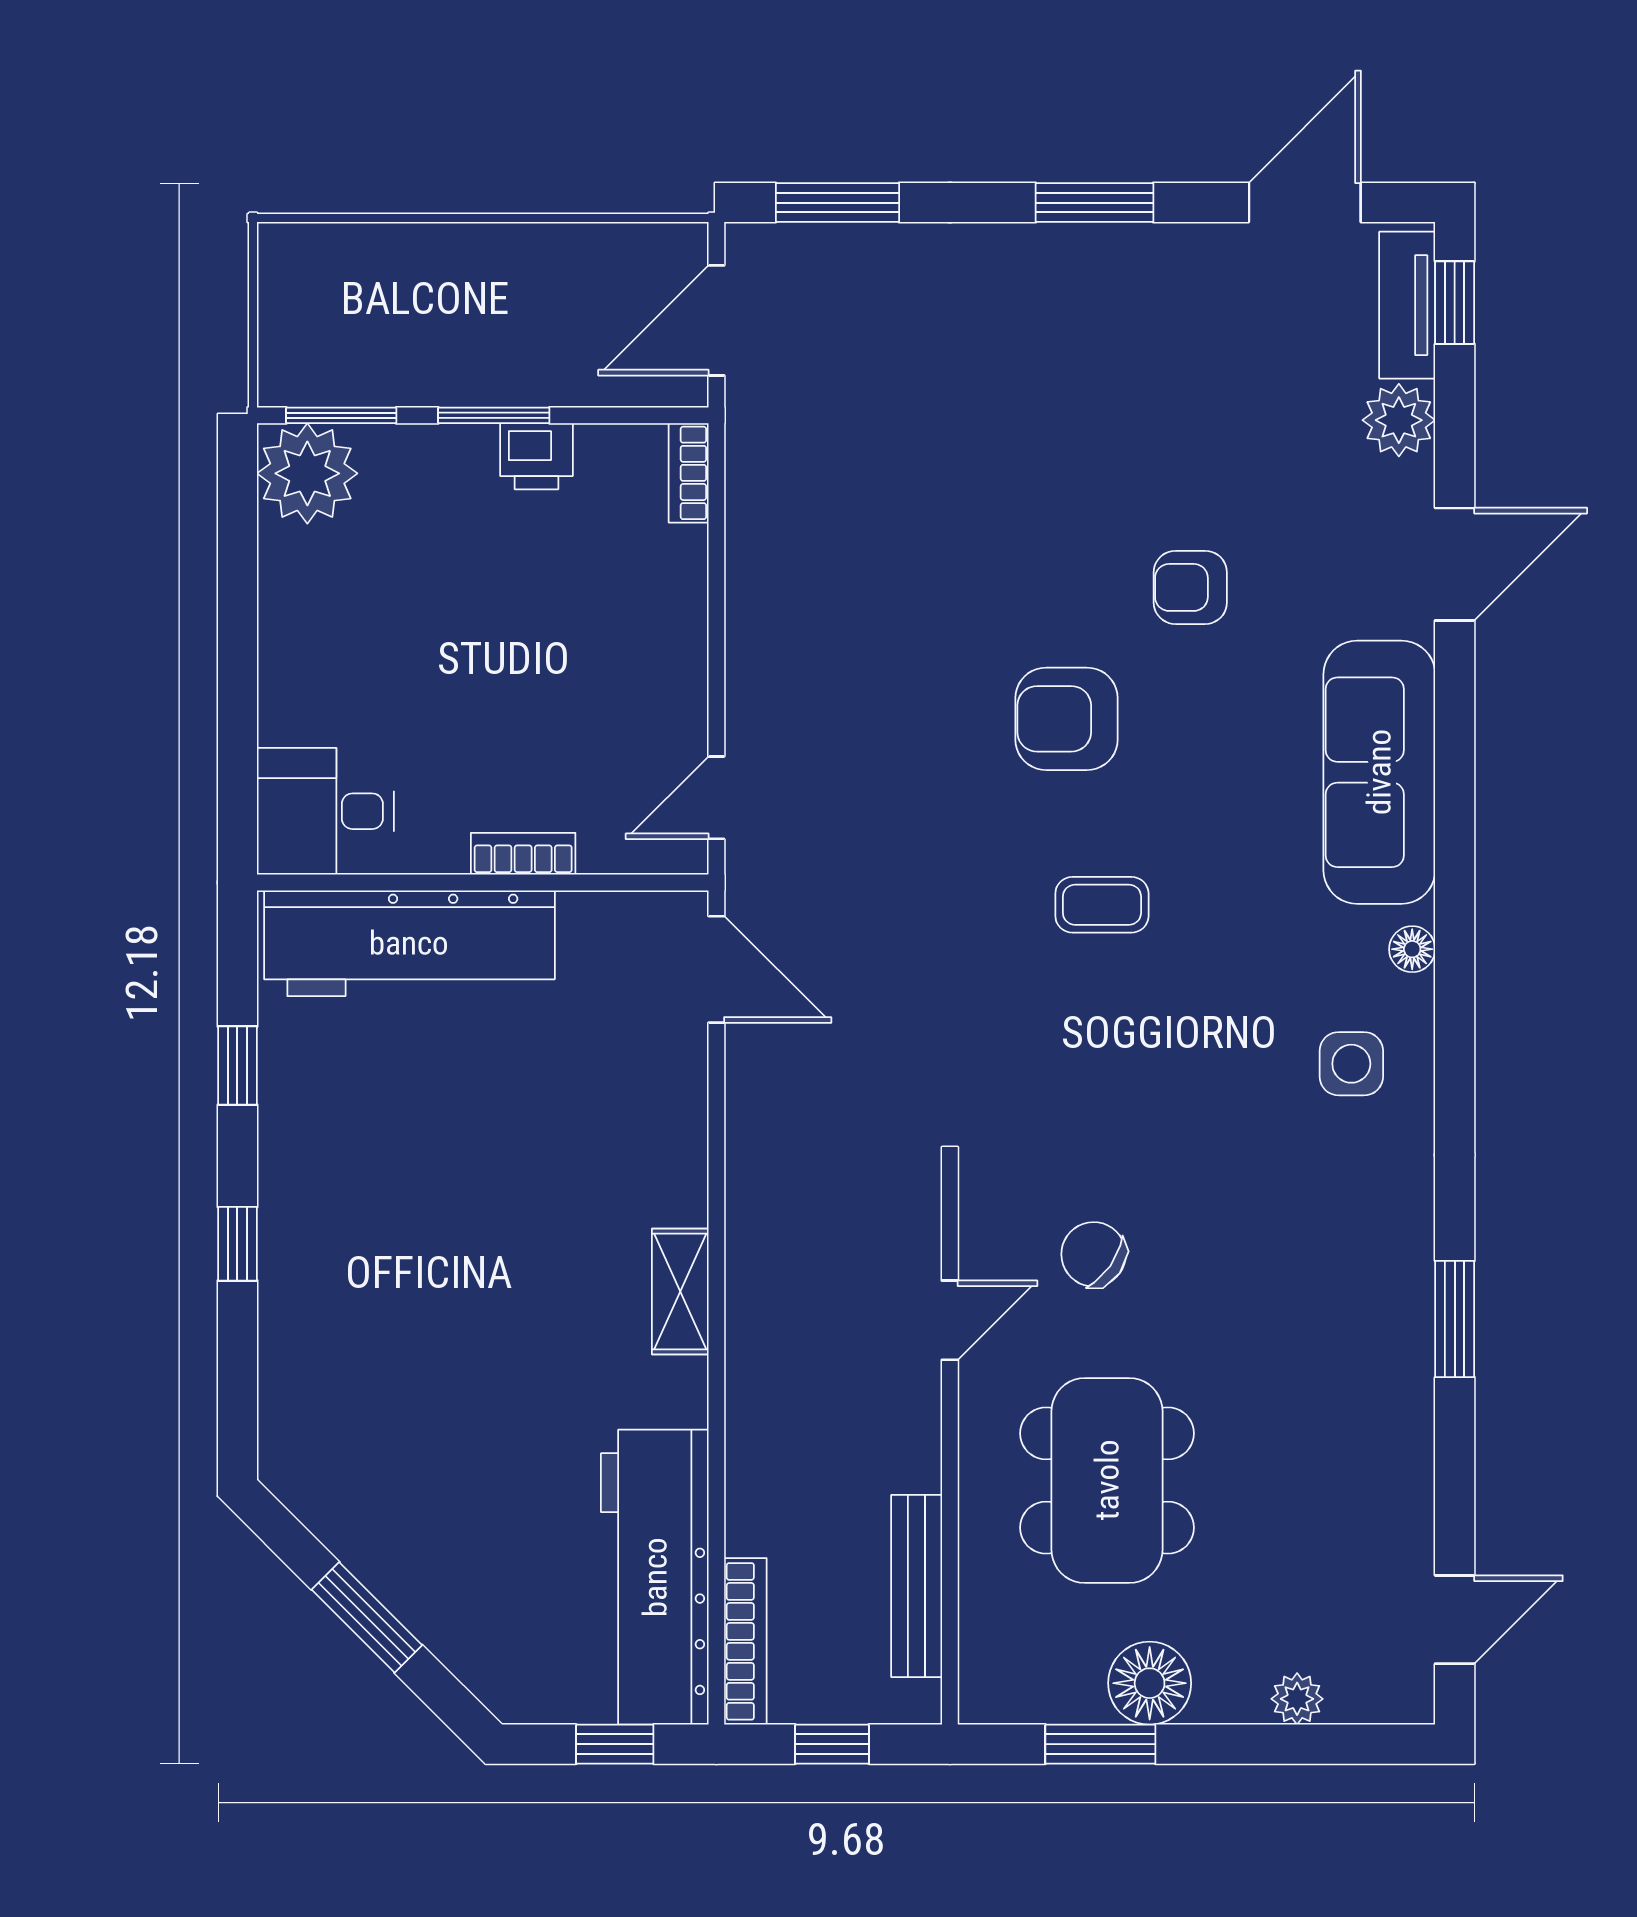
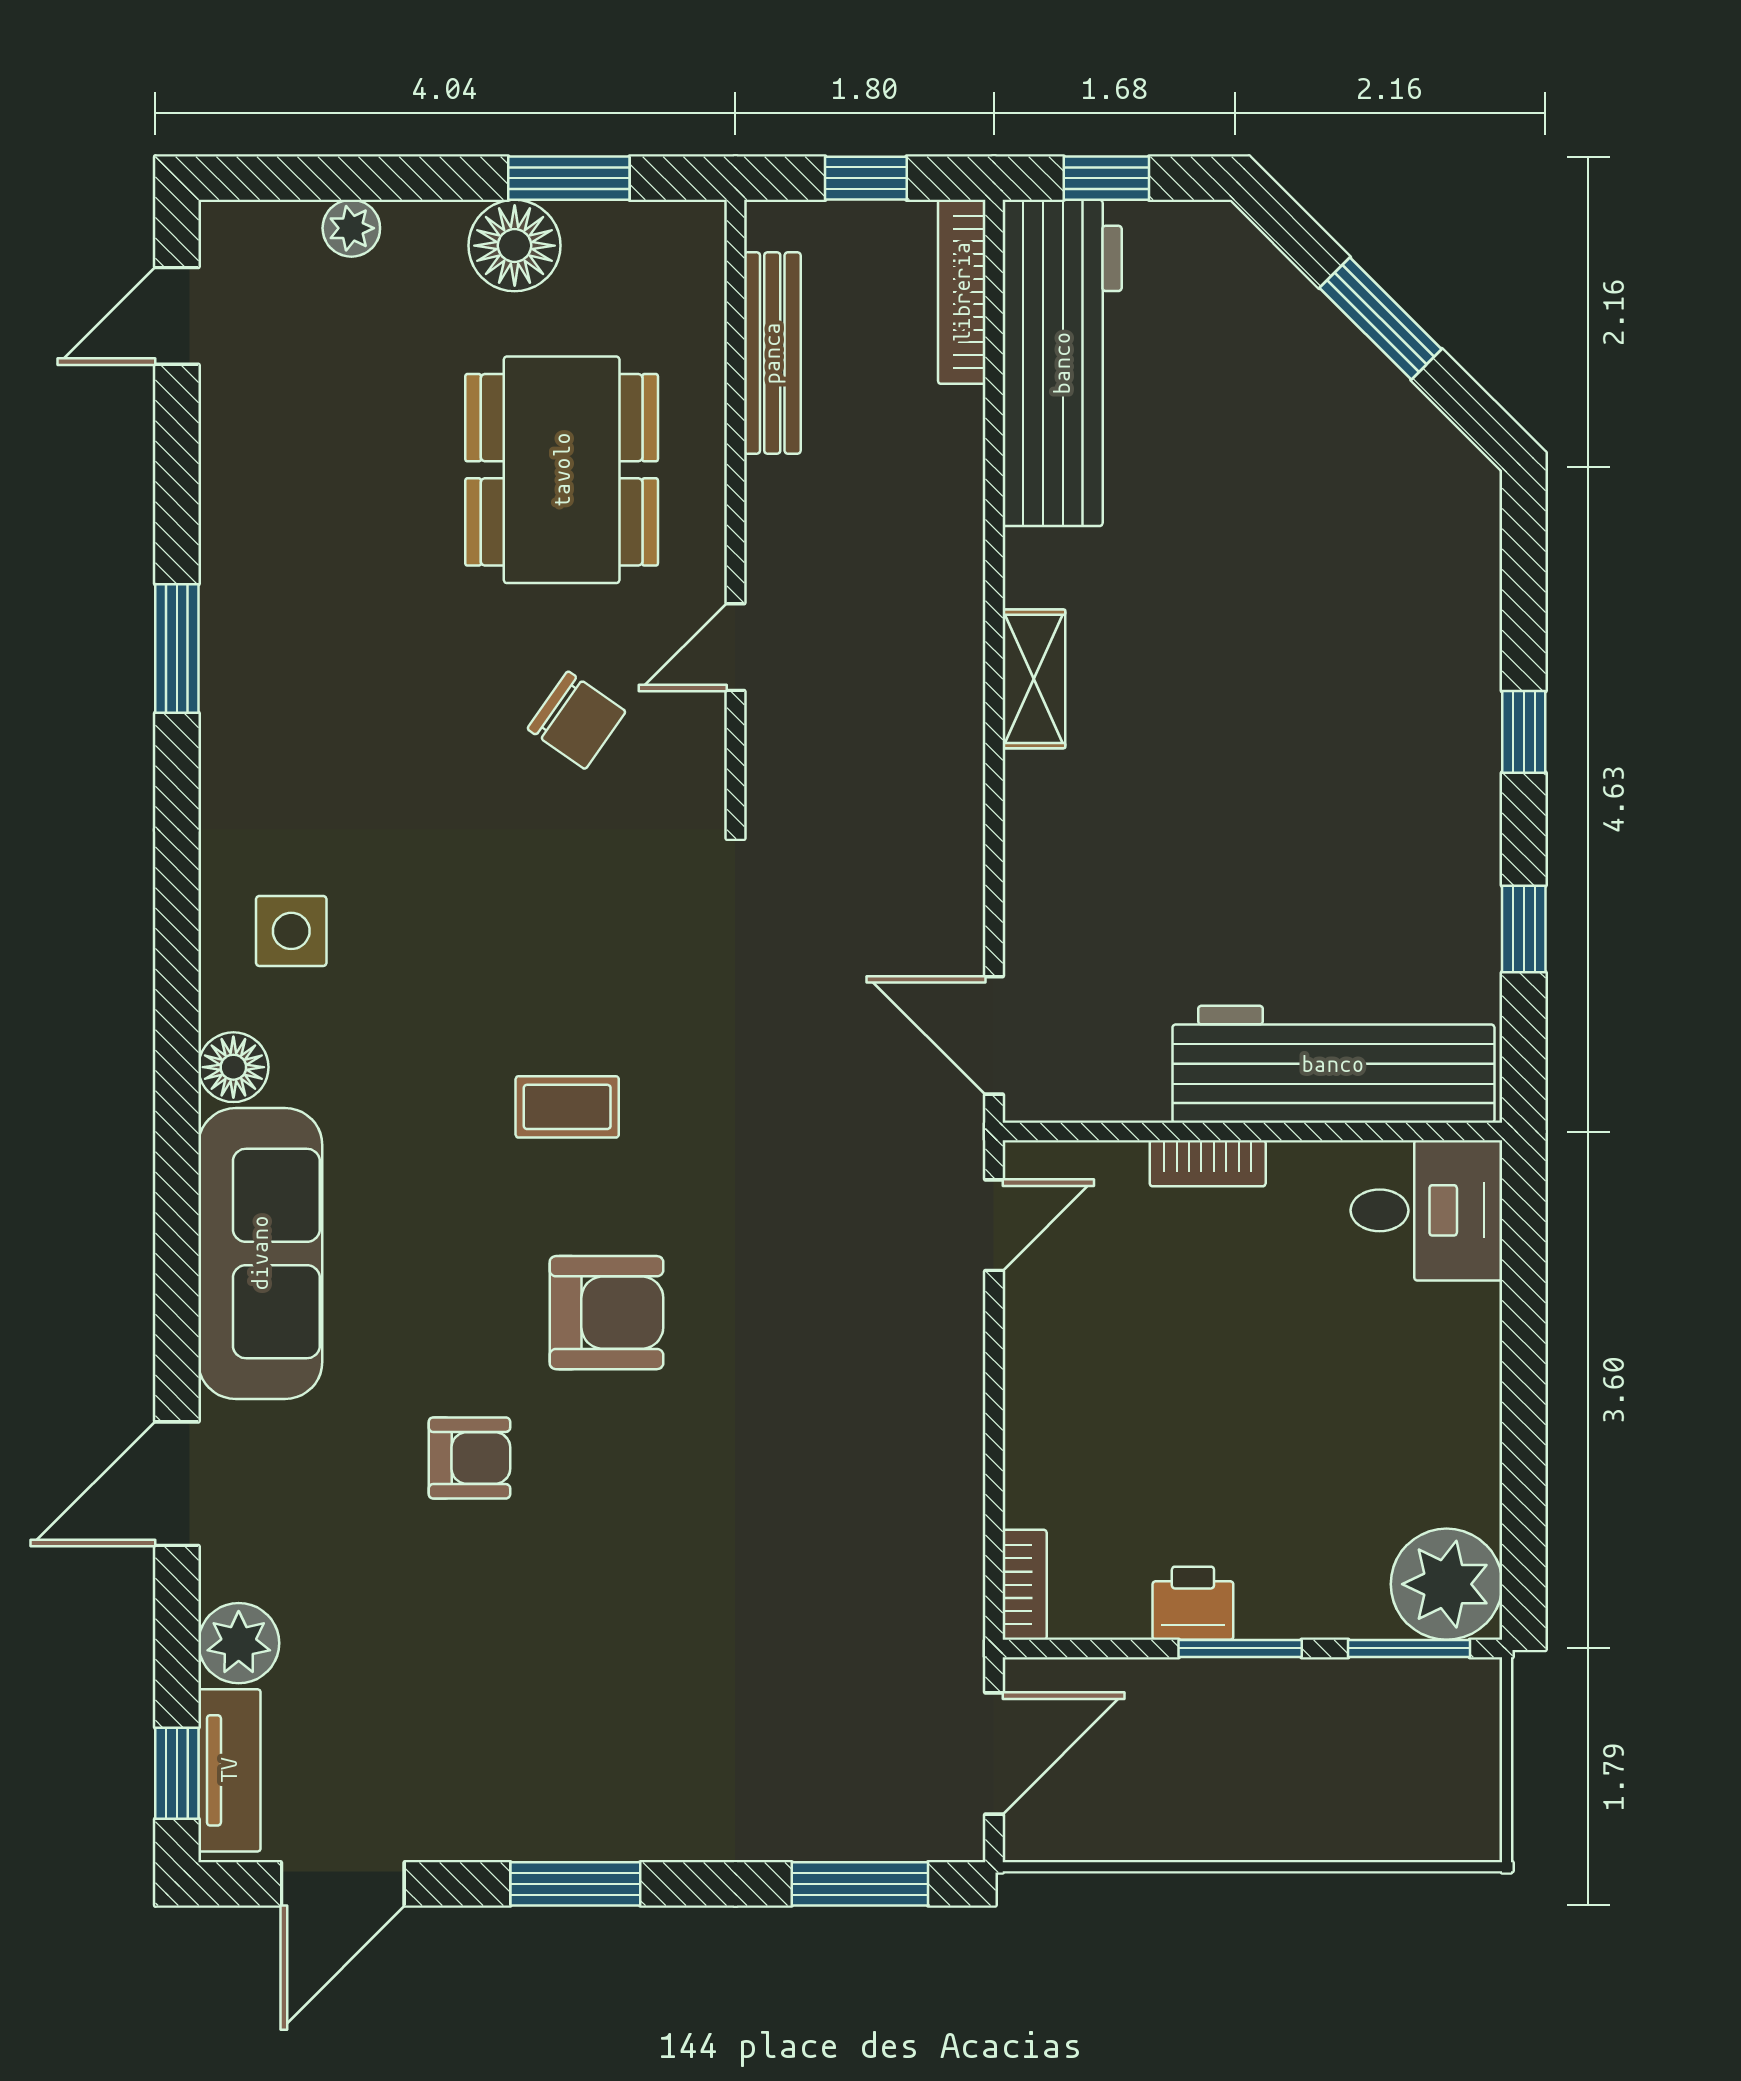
floor lamp: (1412, 949) -> (233, 1067), width x1.37, depth x1.37

